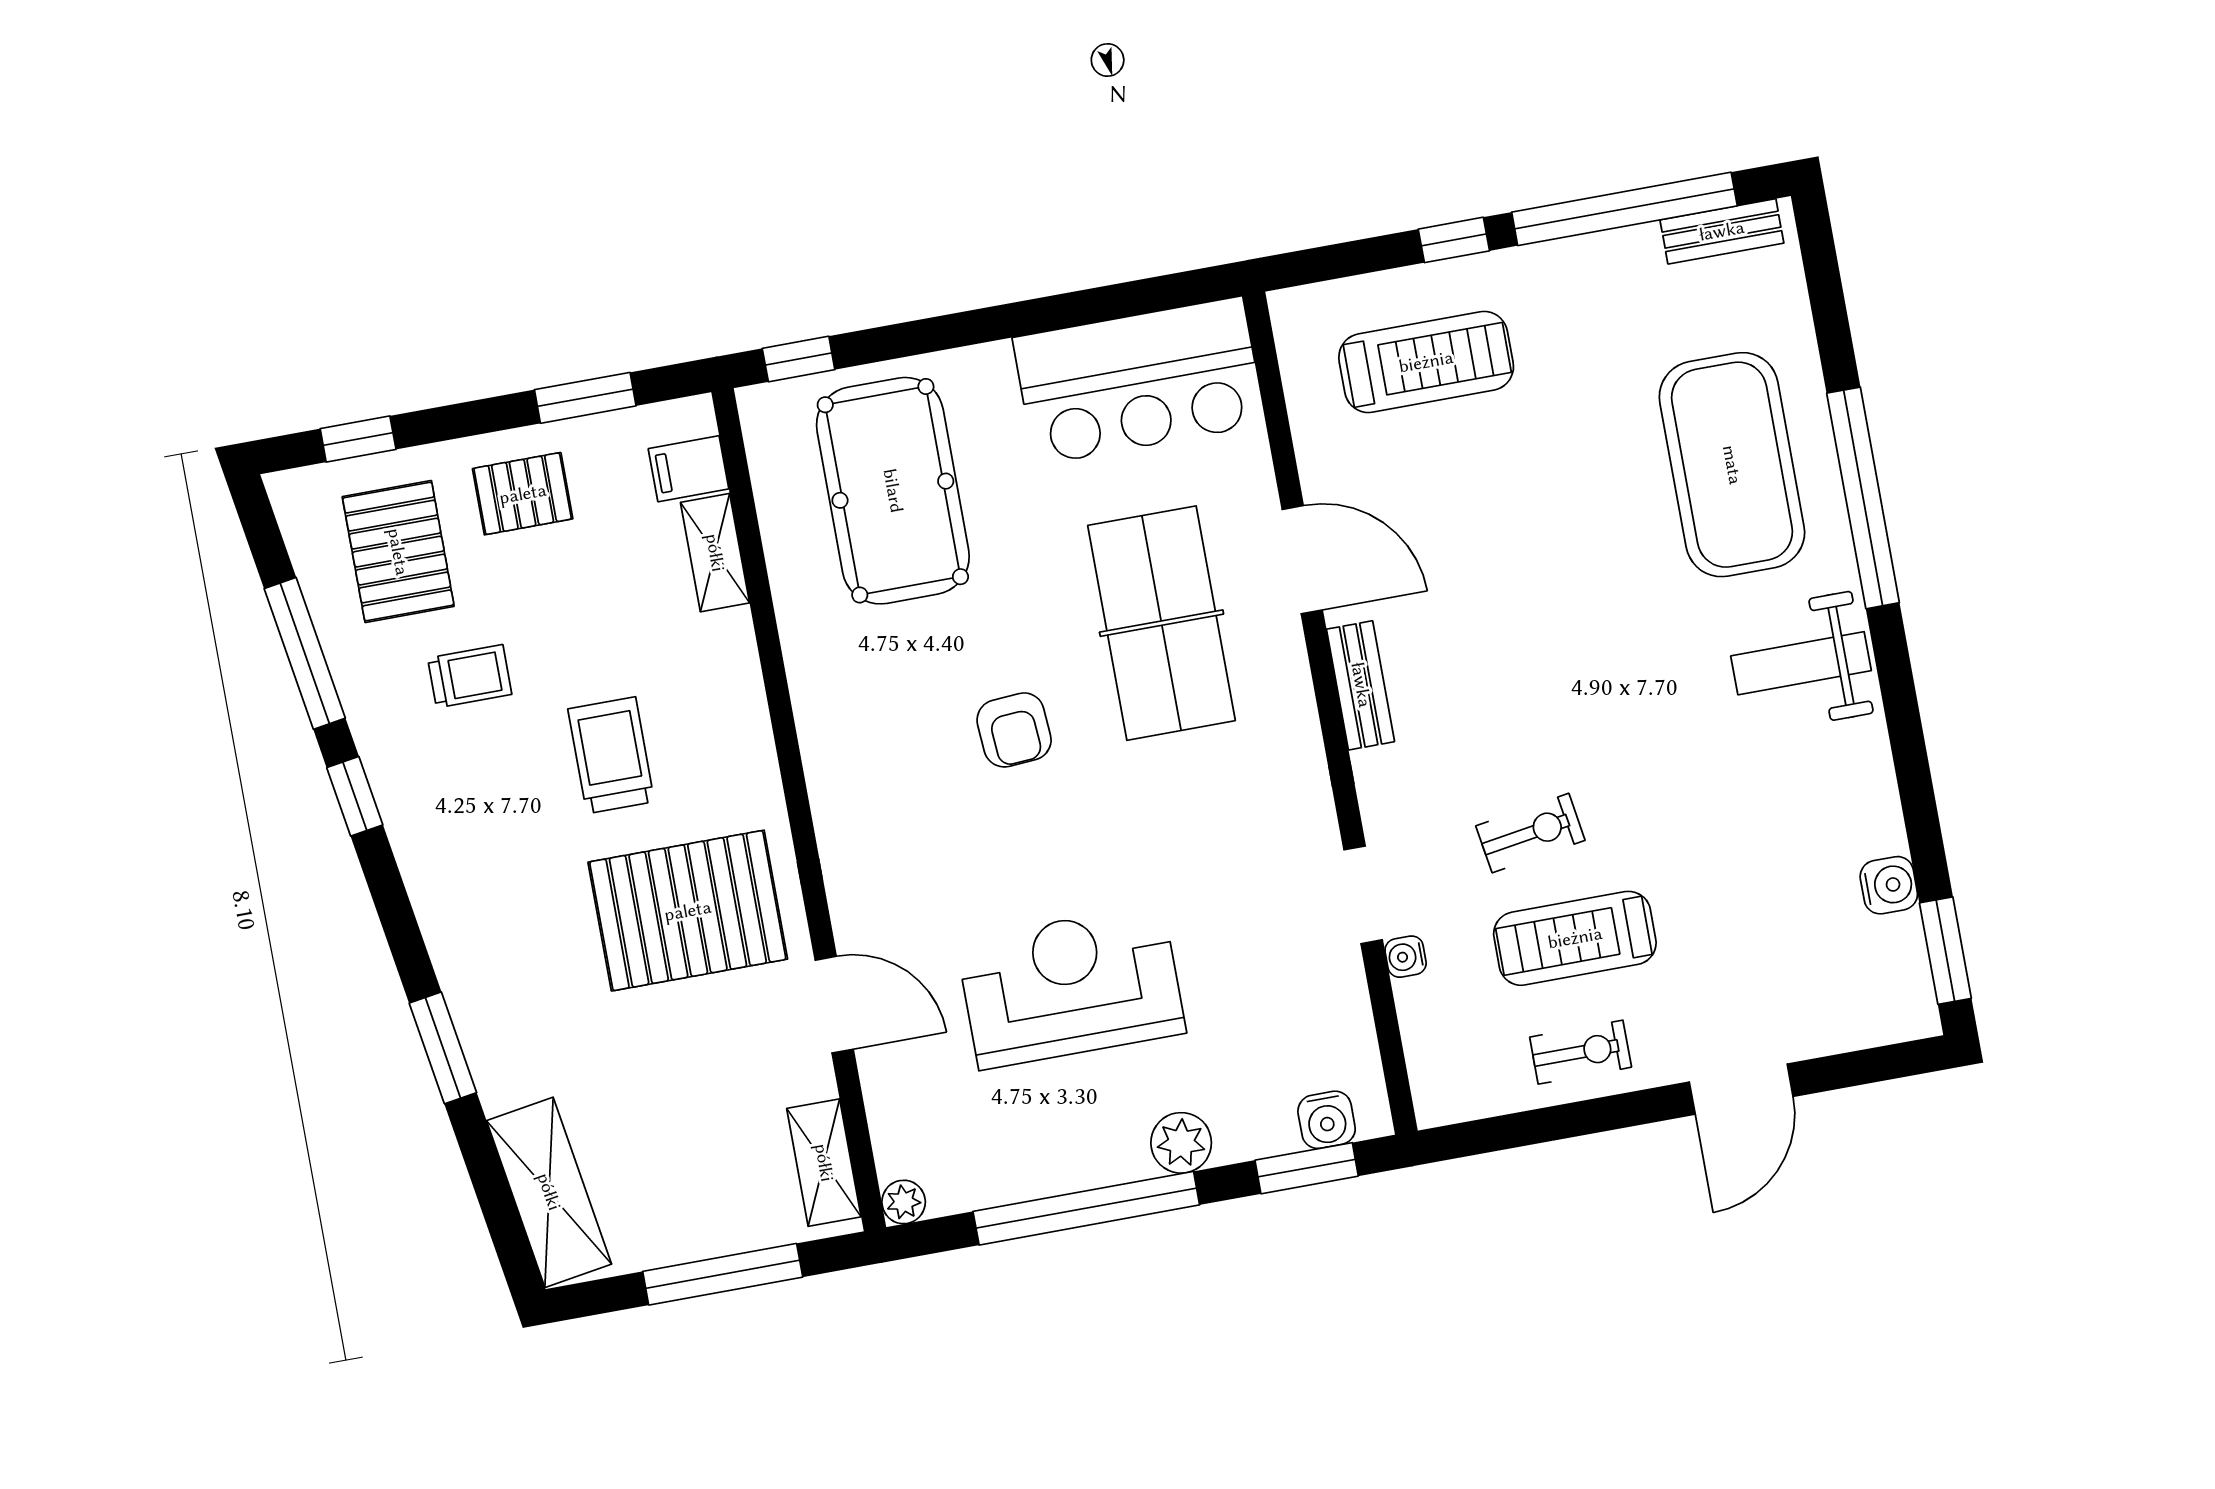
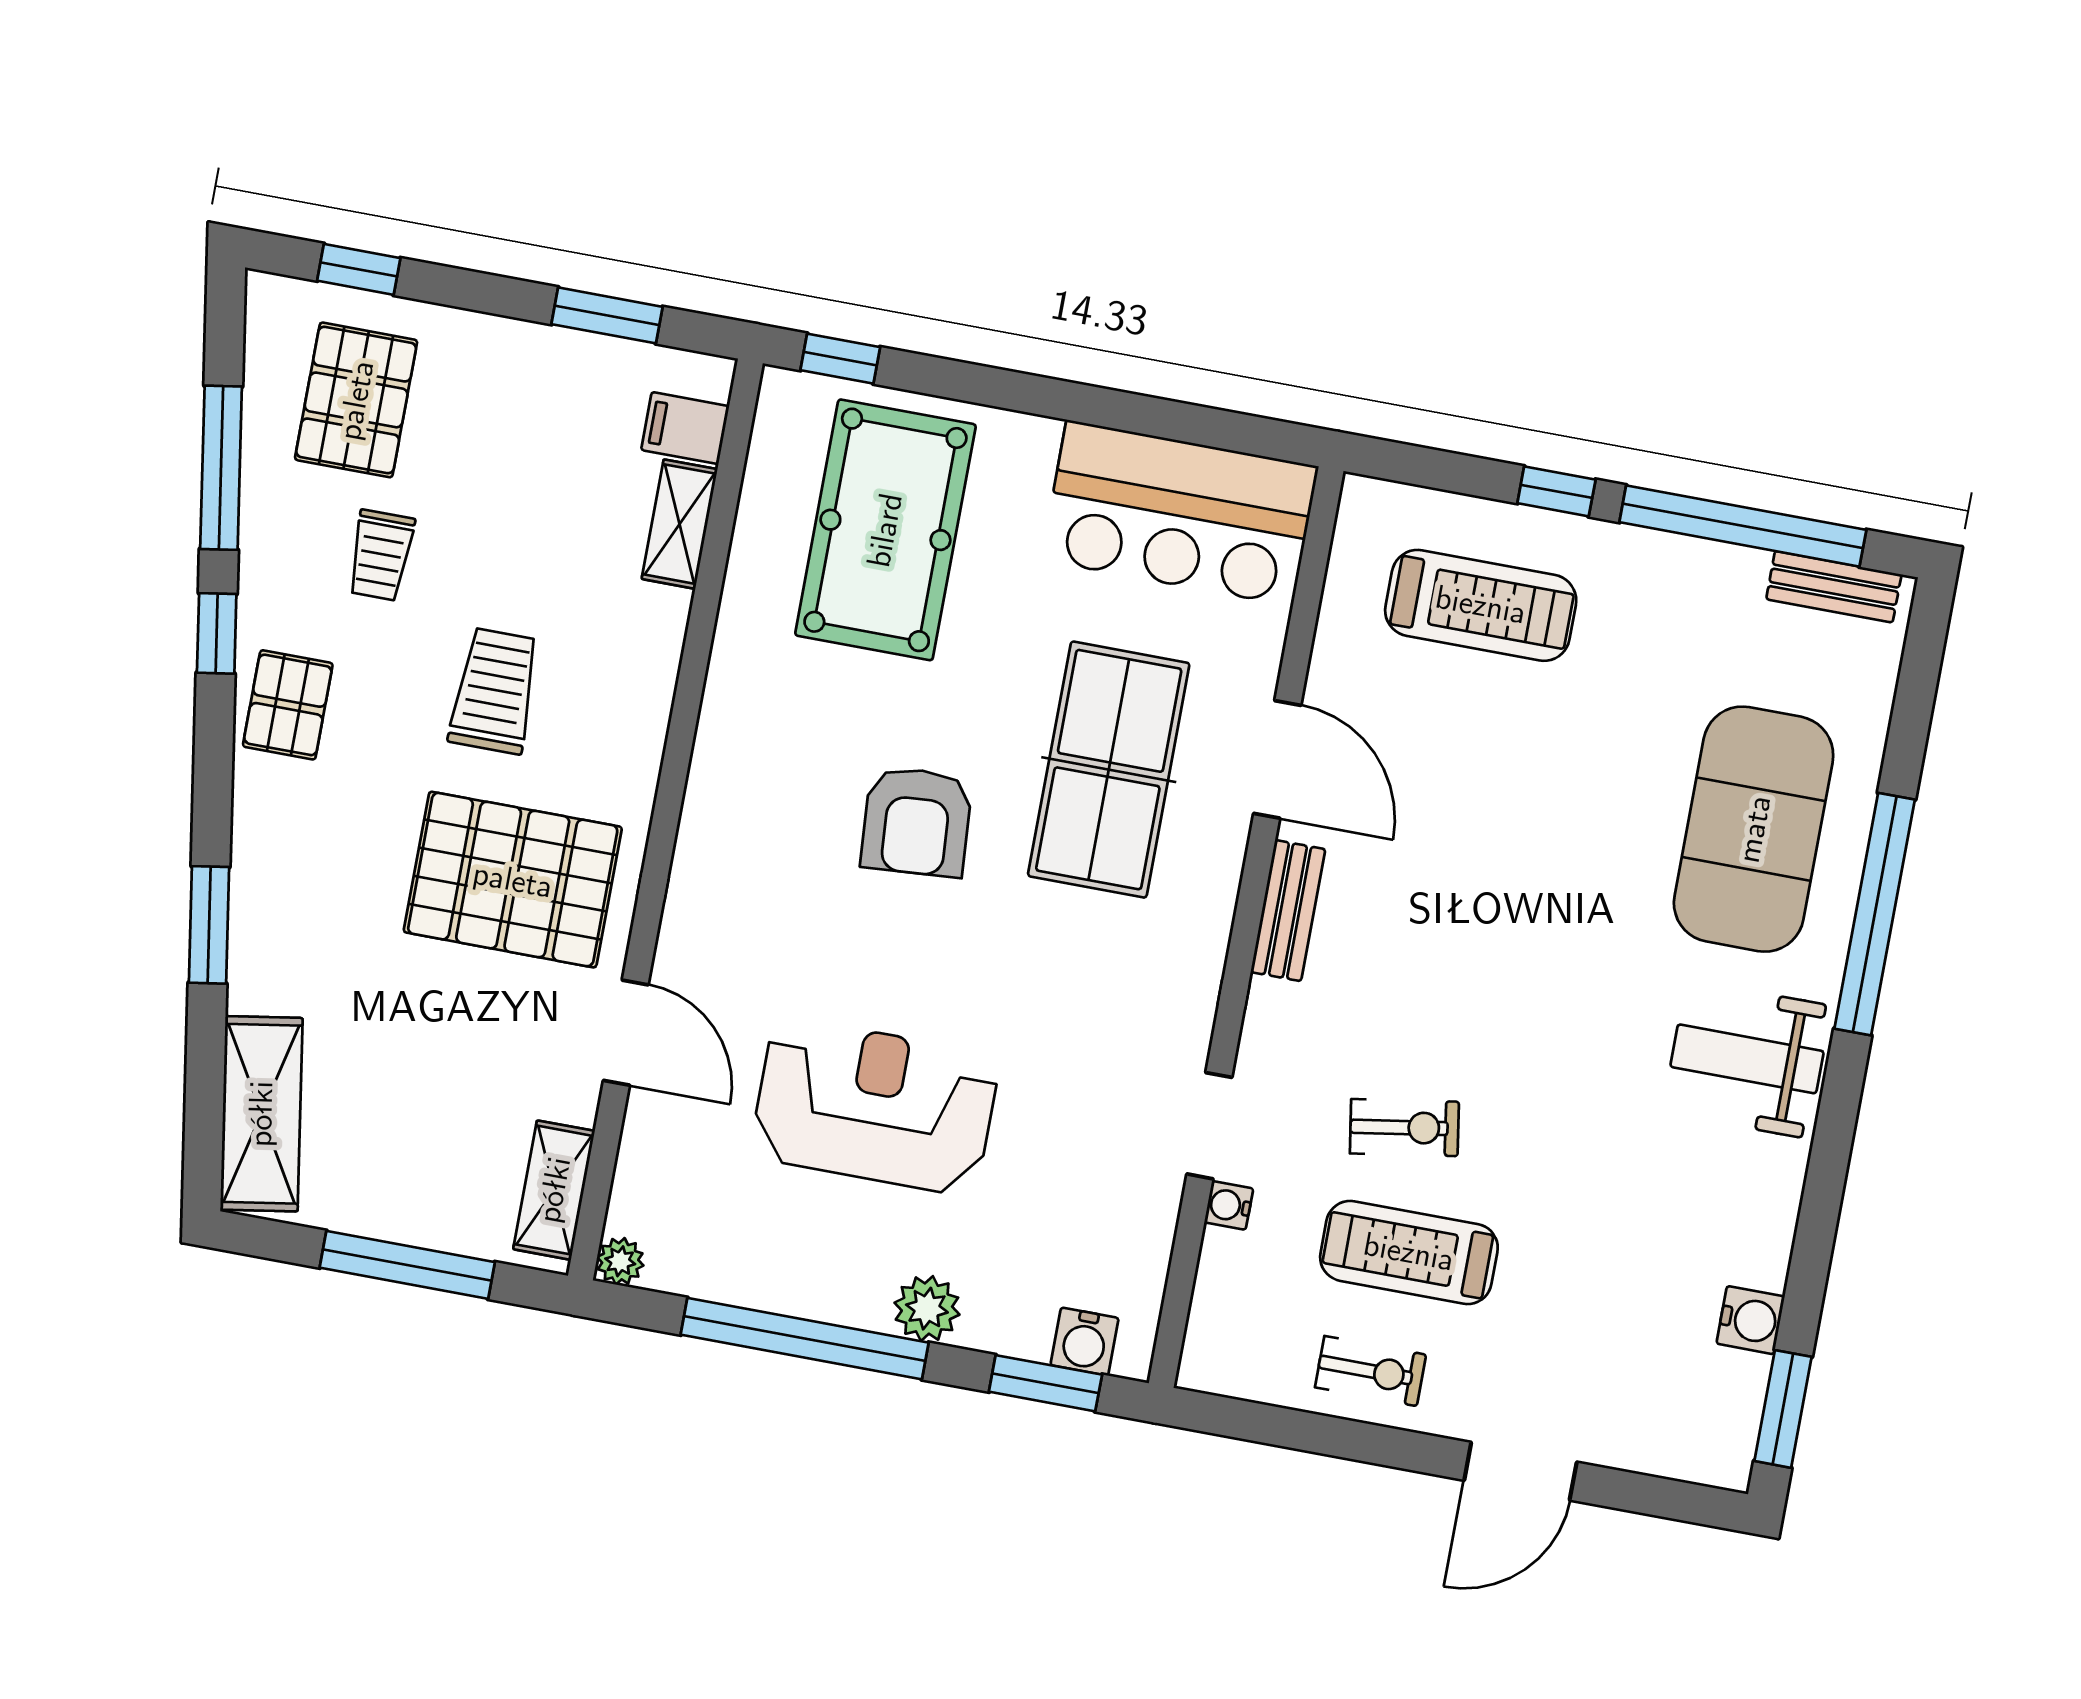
pallet: (523, 494) -> (288, 705), moved, turned 90
trolley: (470, 676) -> (381, 555), turned 90
armchair: (1014, 730) -> (916, 822), width x1.38, depth x1.38

